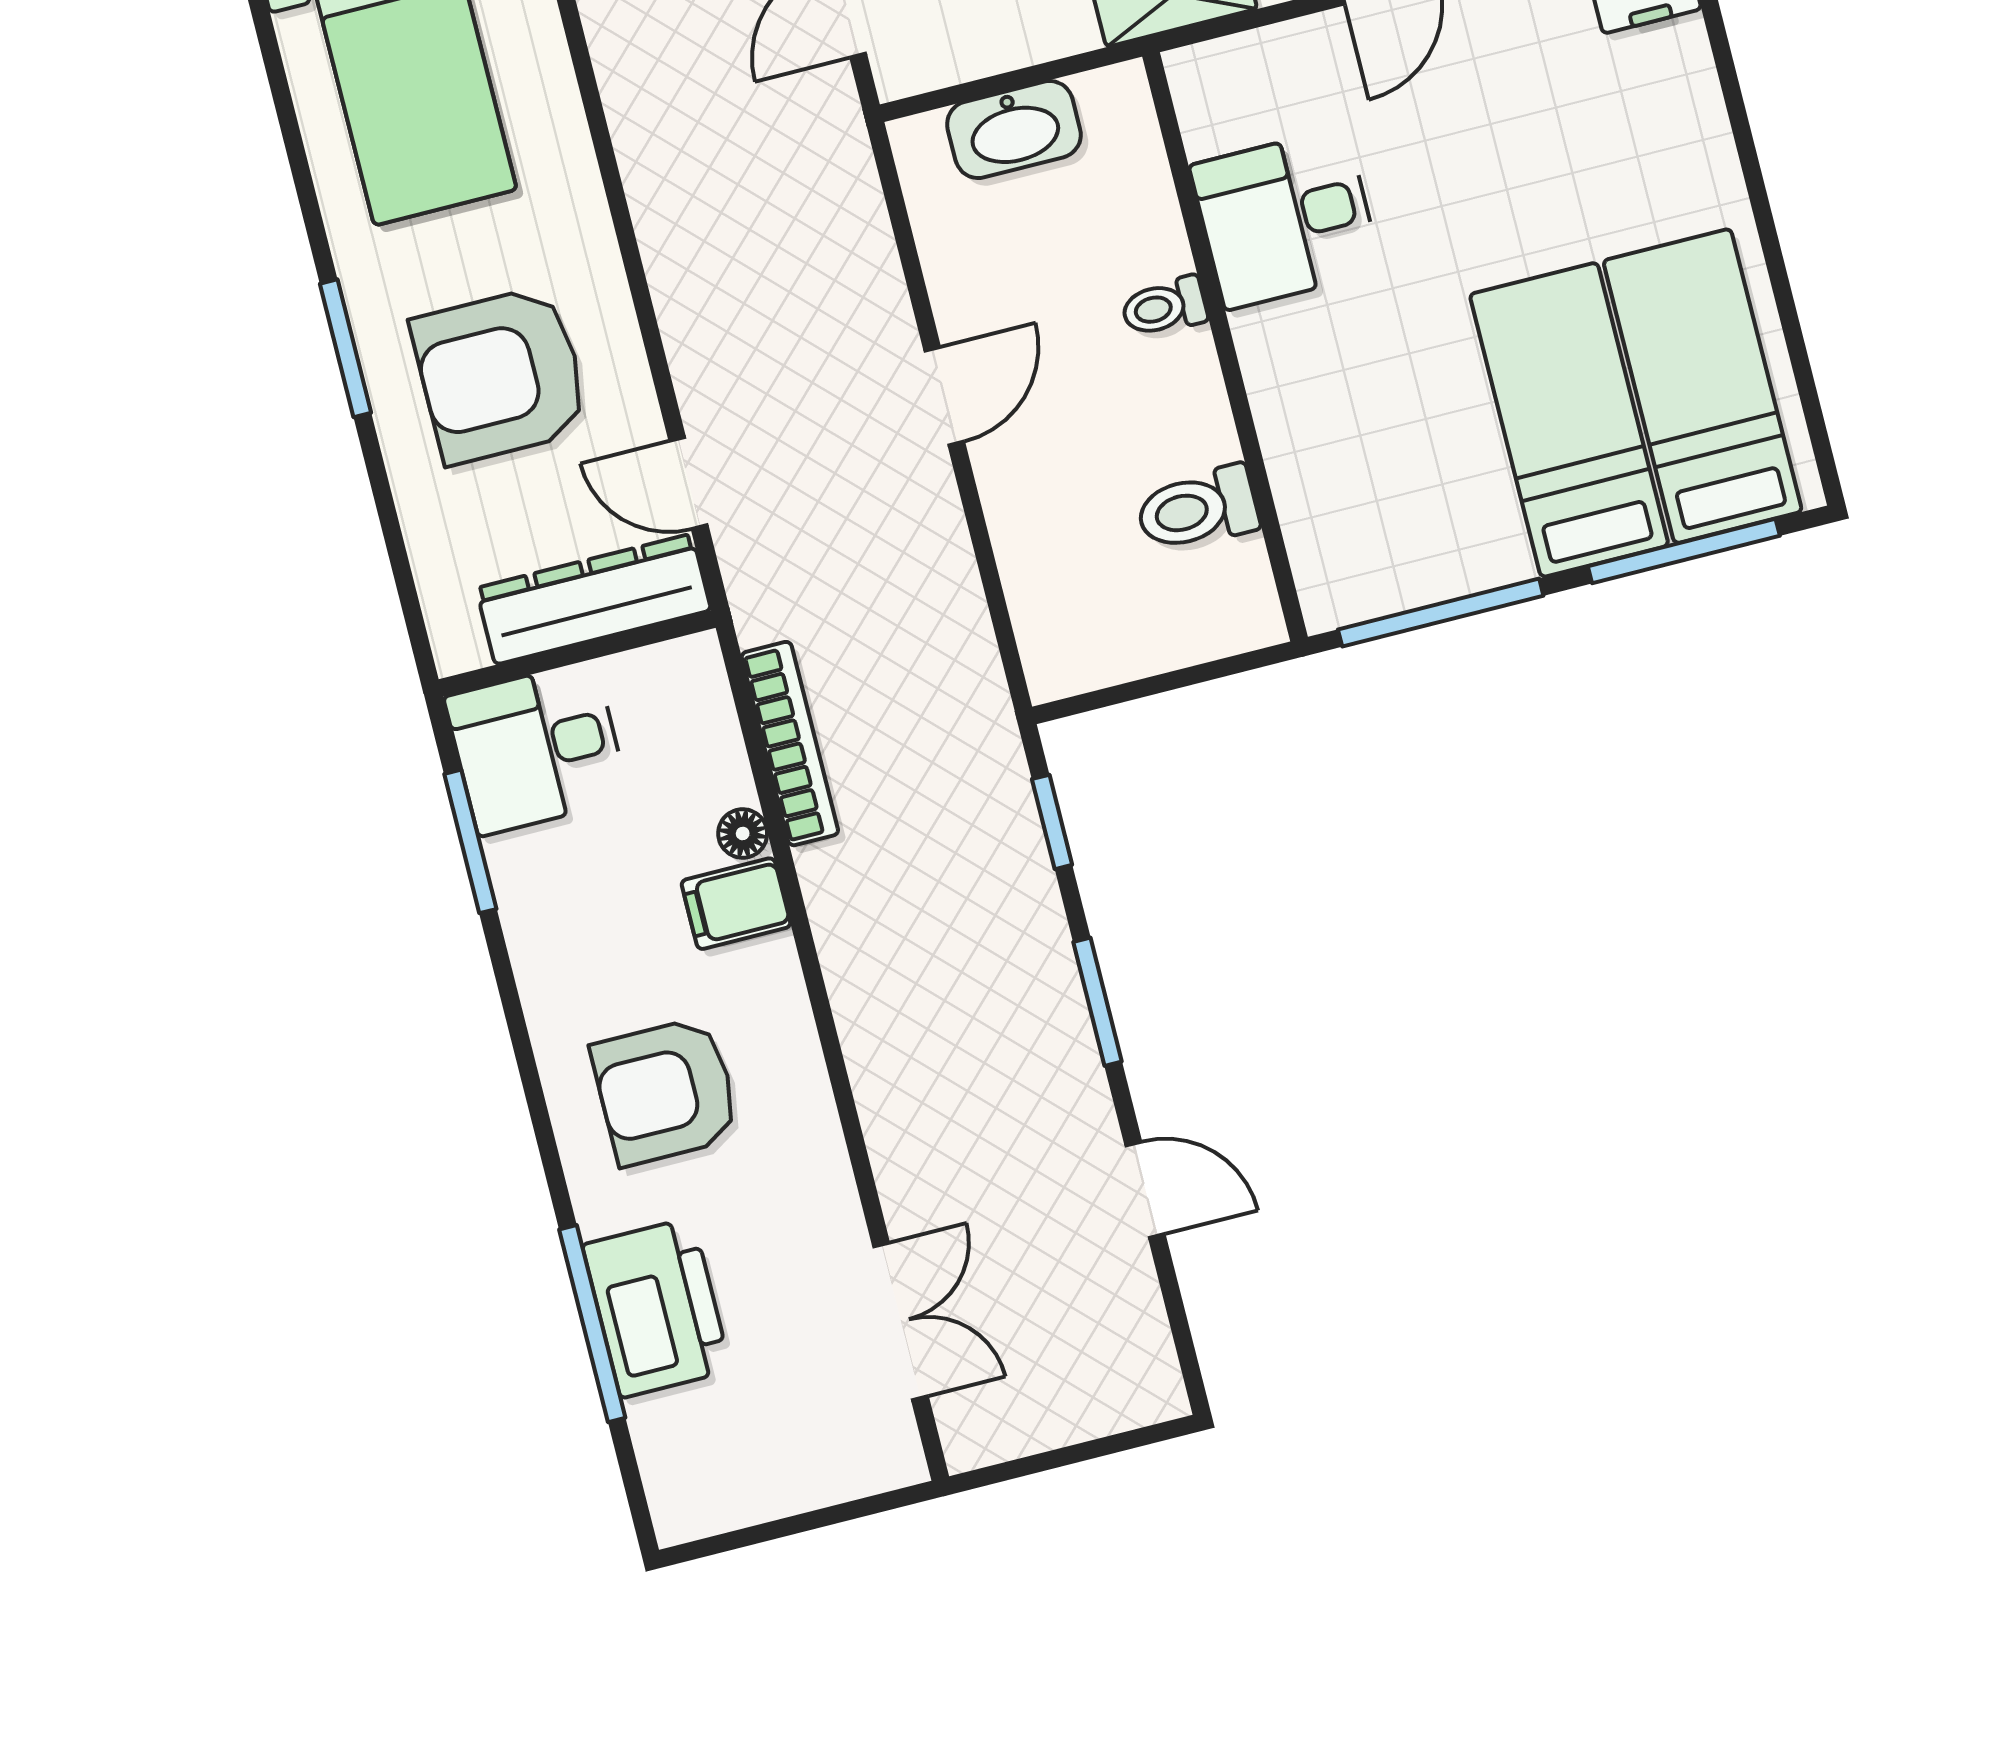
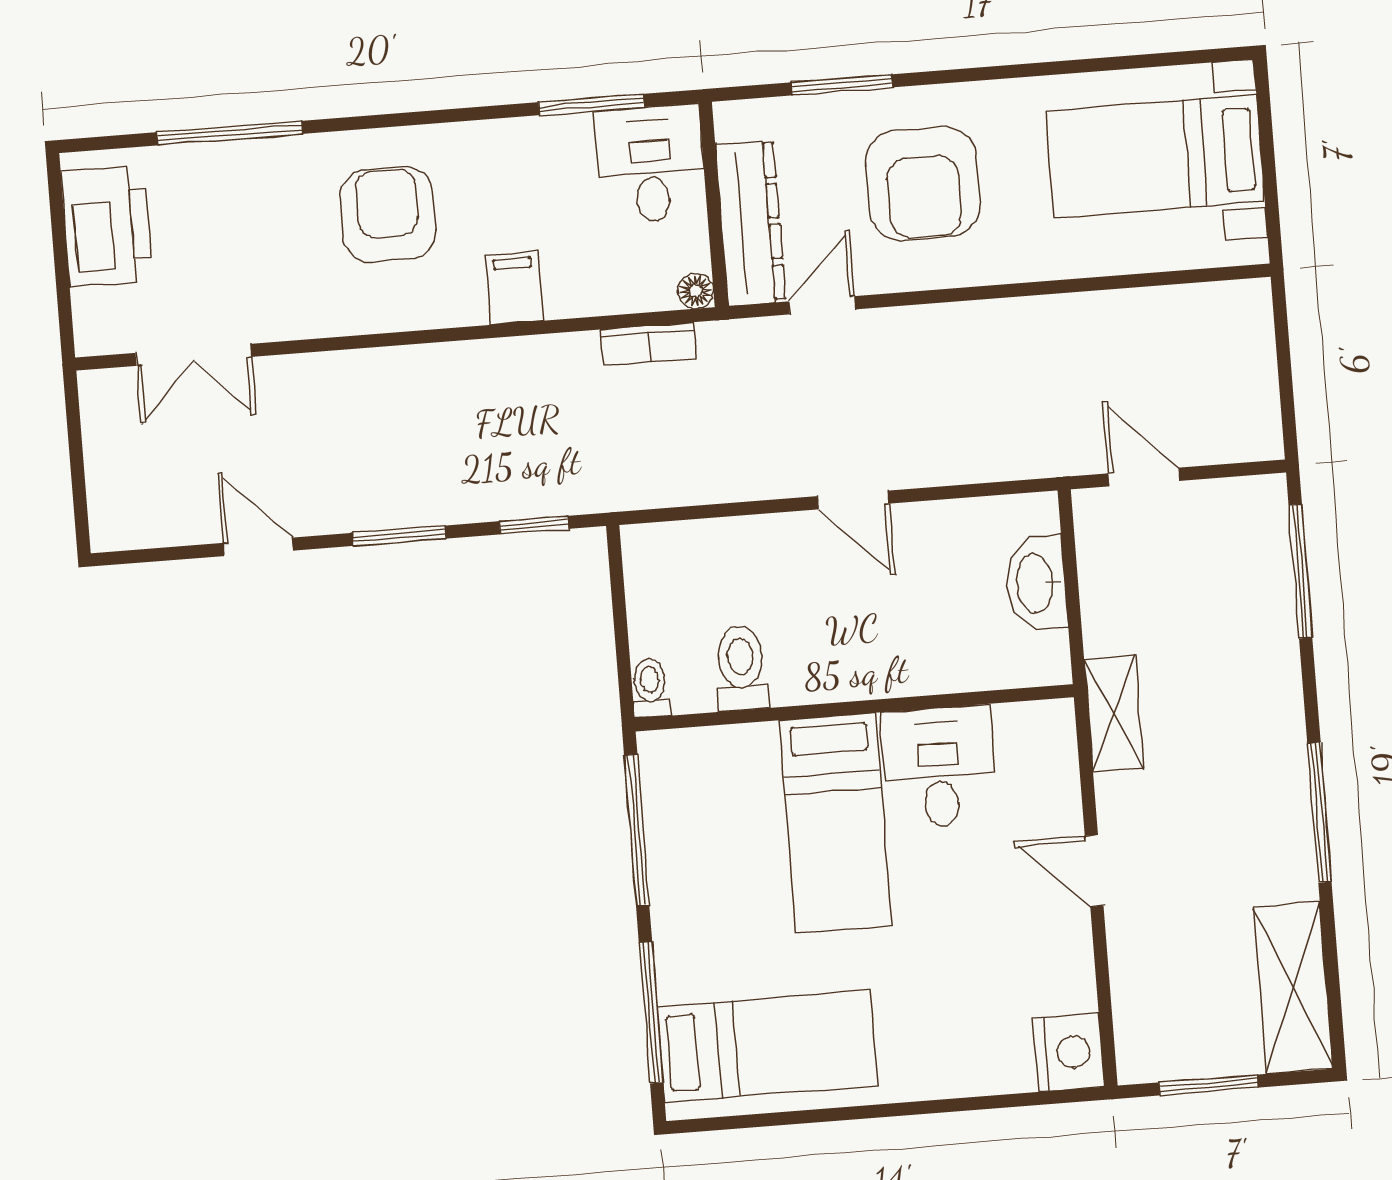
toilet: (1164, 307) -> (650, 688), moved
window: (346, 348) -> (842, 85), moved
armchair: (500, 375) -> (923, 184), turned 180
bed: (1569, 420) -> (836, 823), moved, turned 90
bookcase: (790, 744) -> (649, 344), width x0.64
floor lamp: (743, 833) -> (696, 291), moved
door: (1145, 1190) -> (258, 547), swing flipped
printer: (657, 1308) -> (107, 226), moved, turned -90

